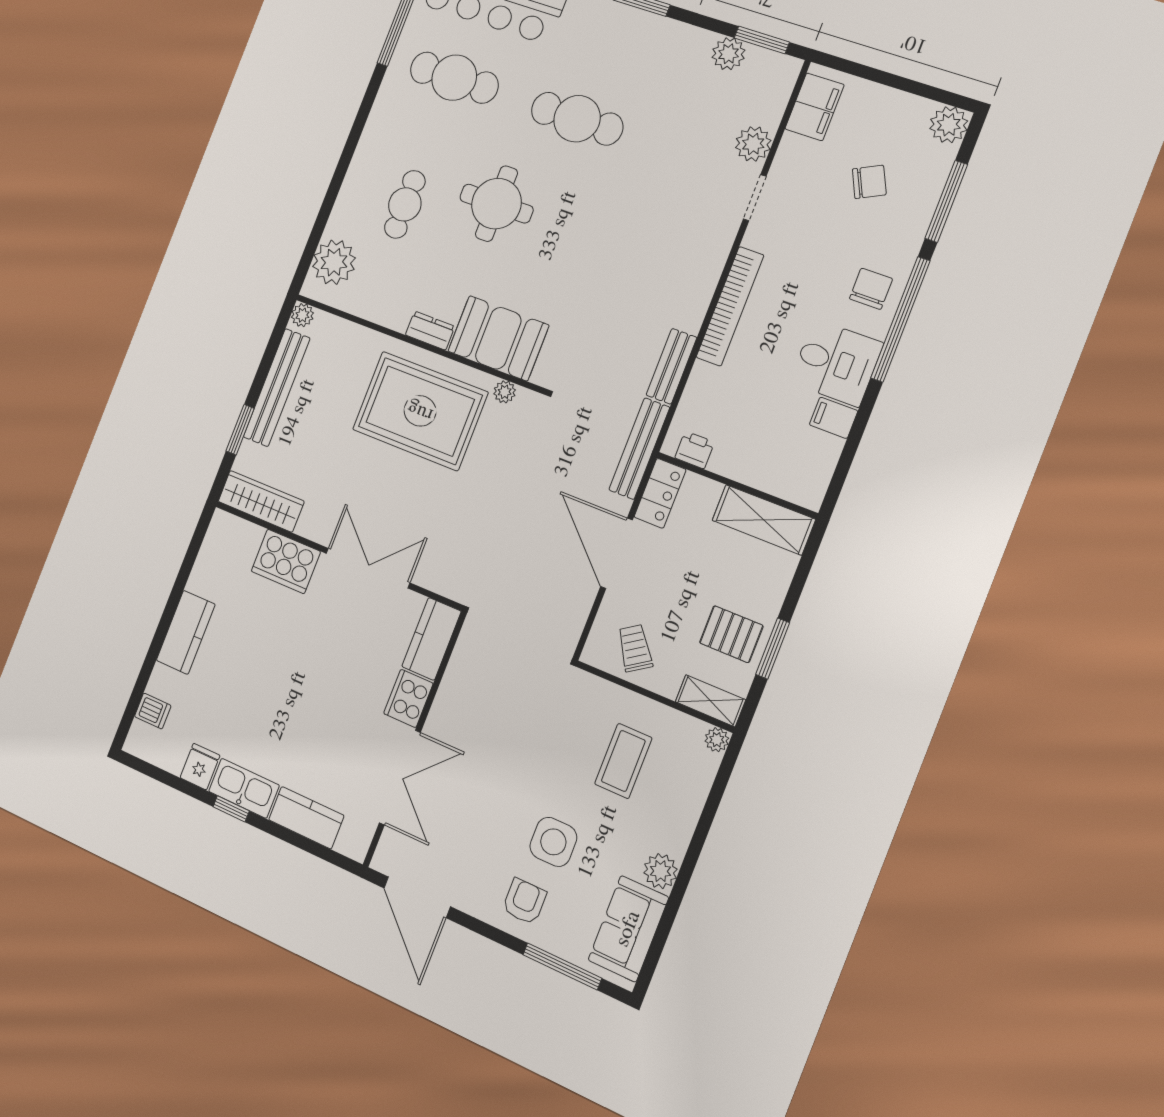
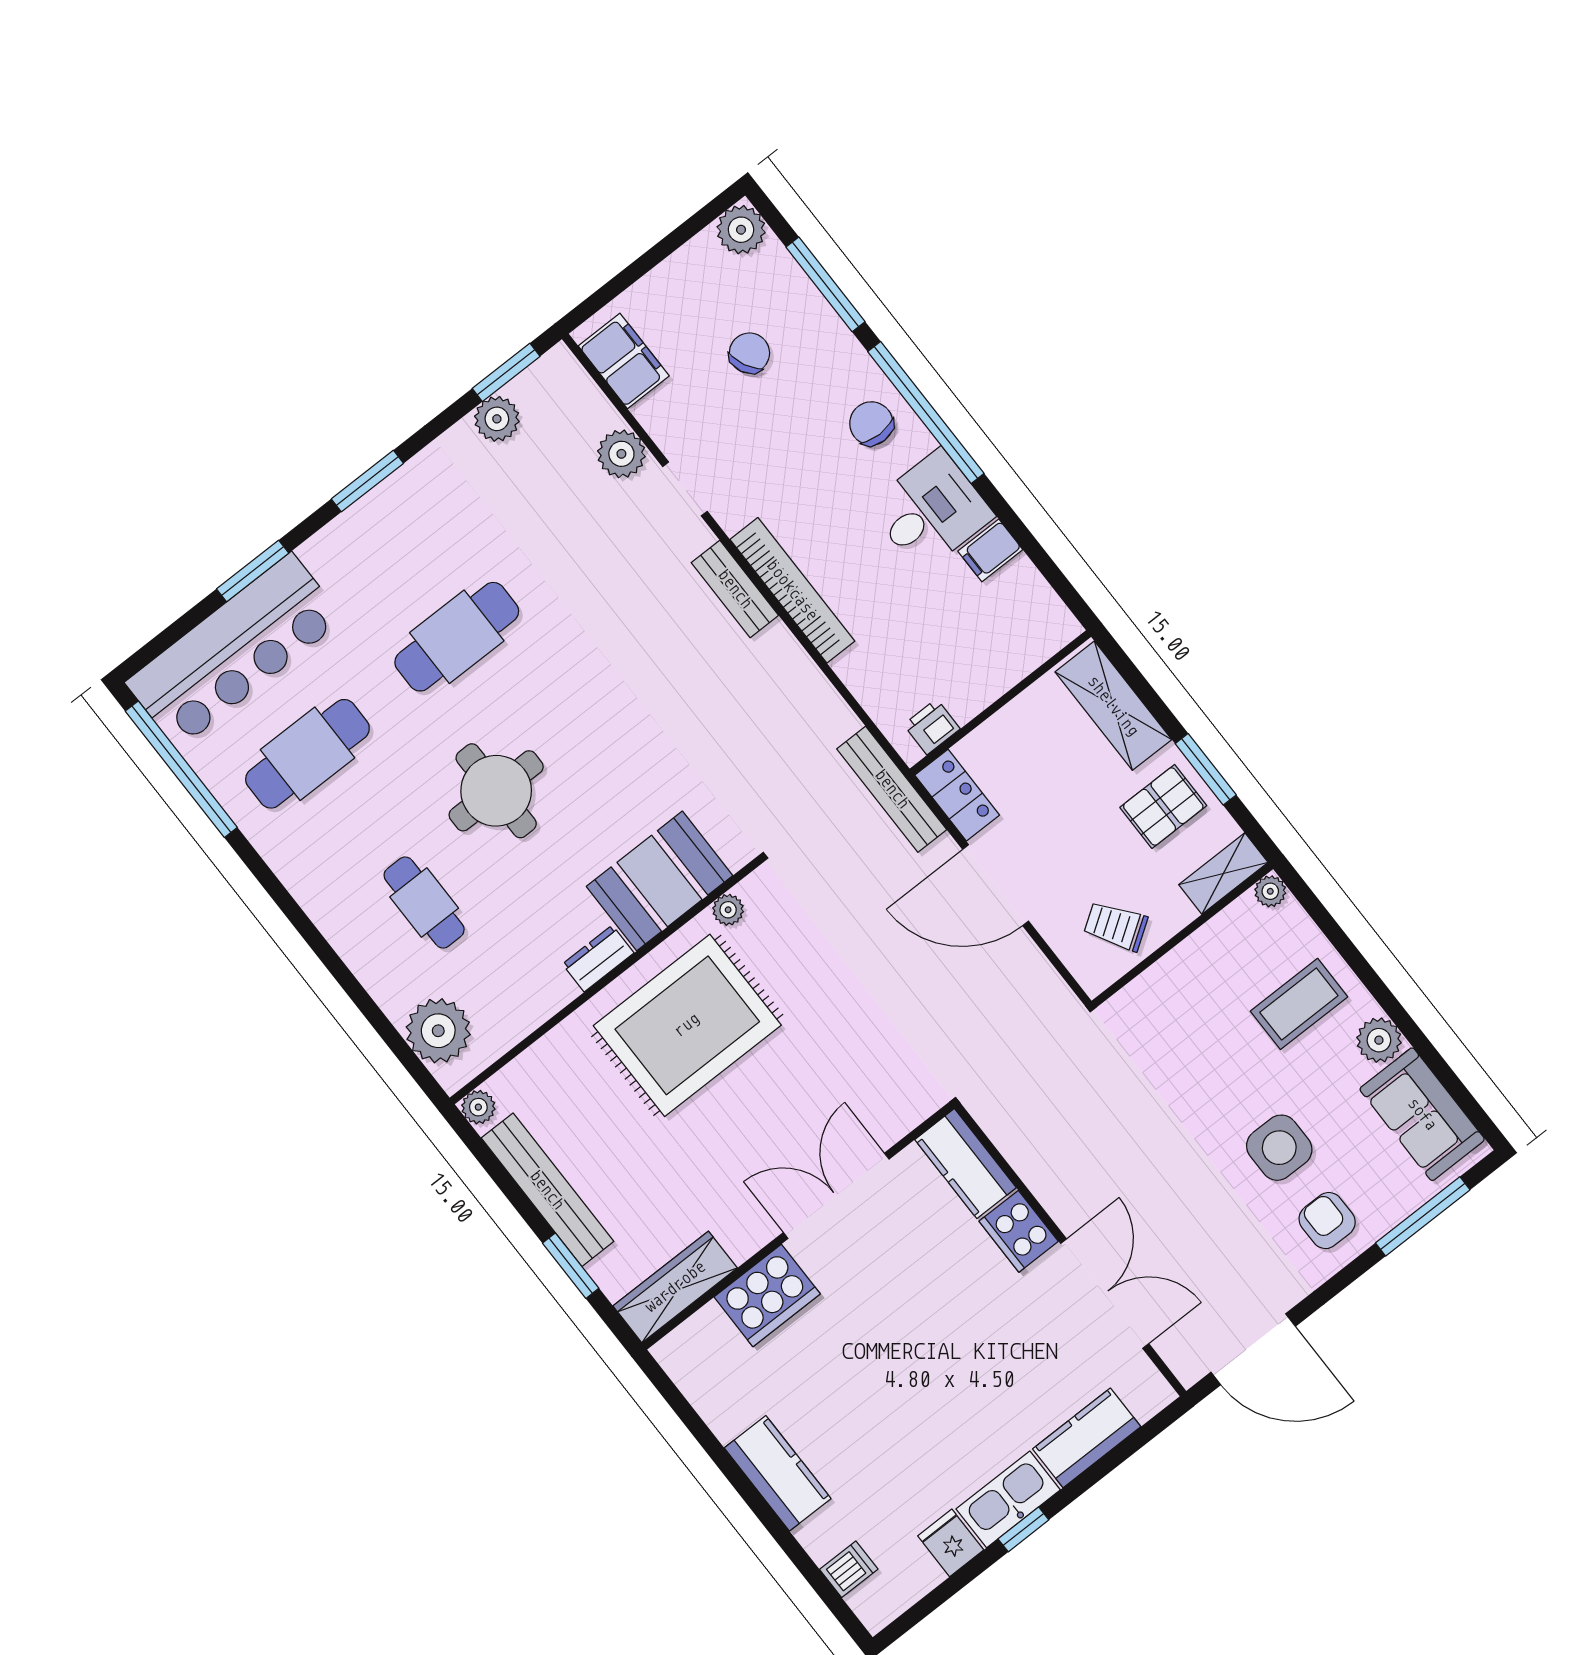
bench: (671, 366) -> (735, 589), moved
shelving: (764, 520) -> (1113, 706), moved, turned 90
coffee table: (623, 761) -> (1299, 1004), moved, turned 90

